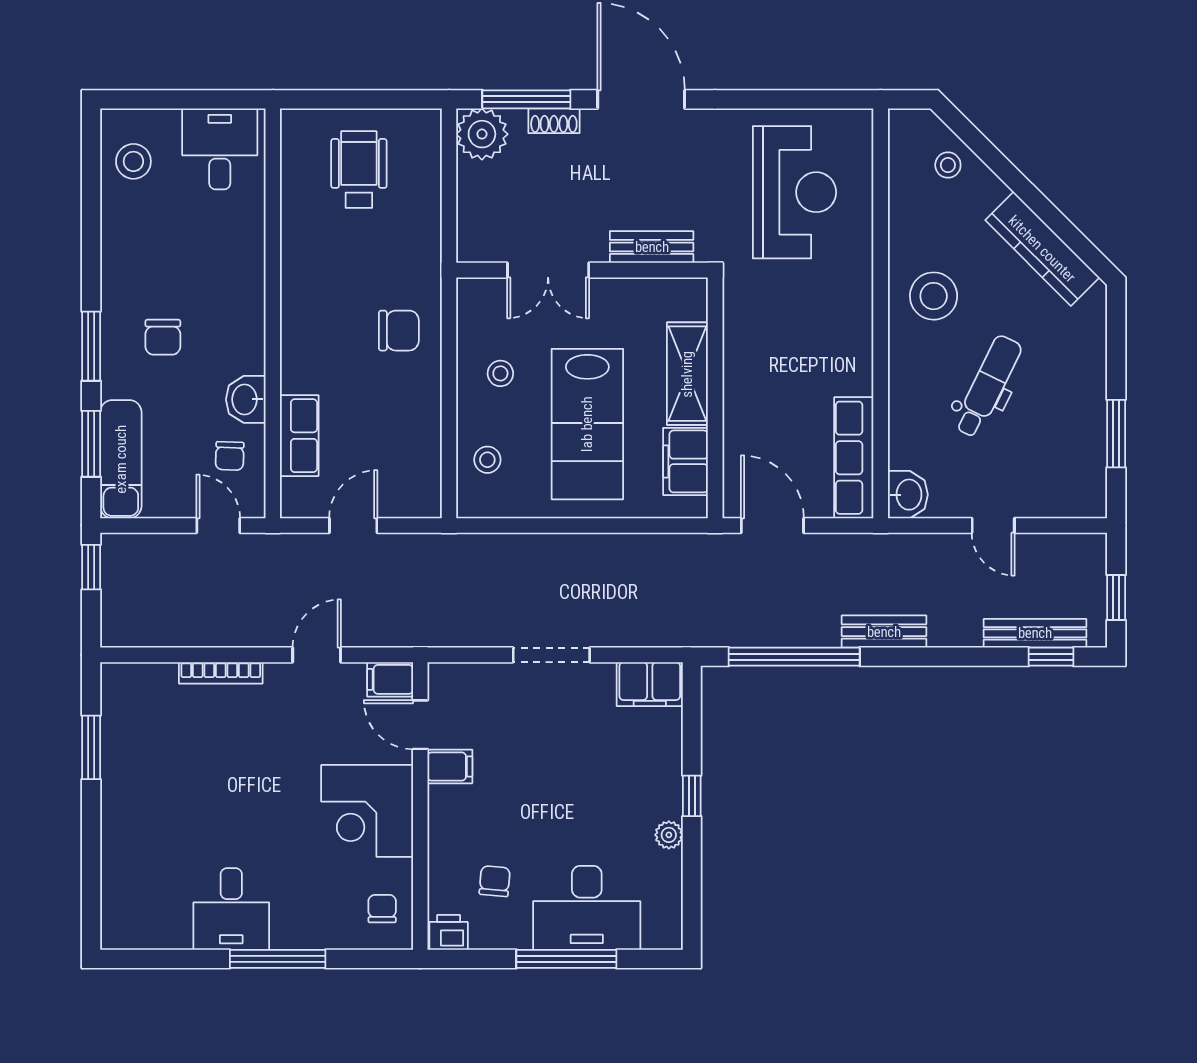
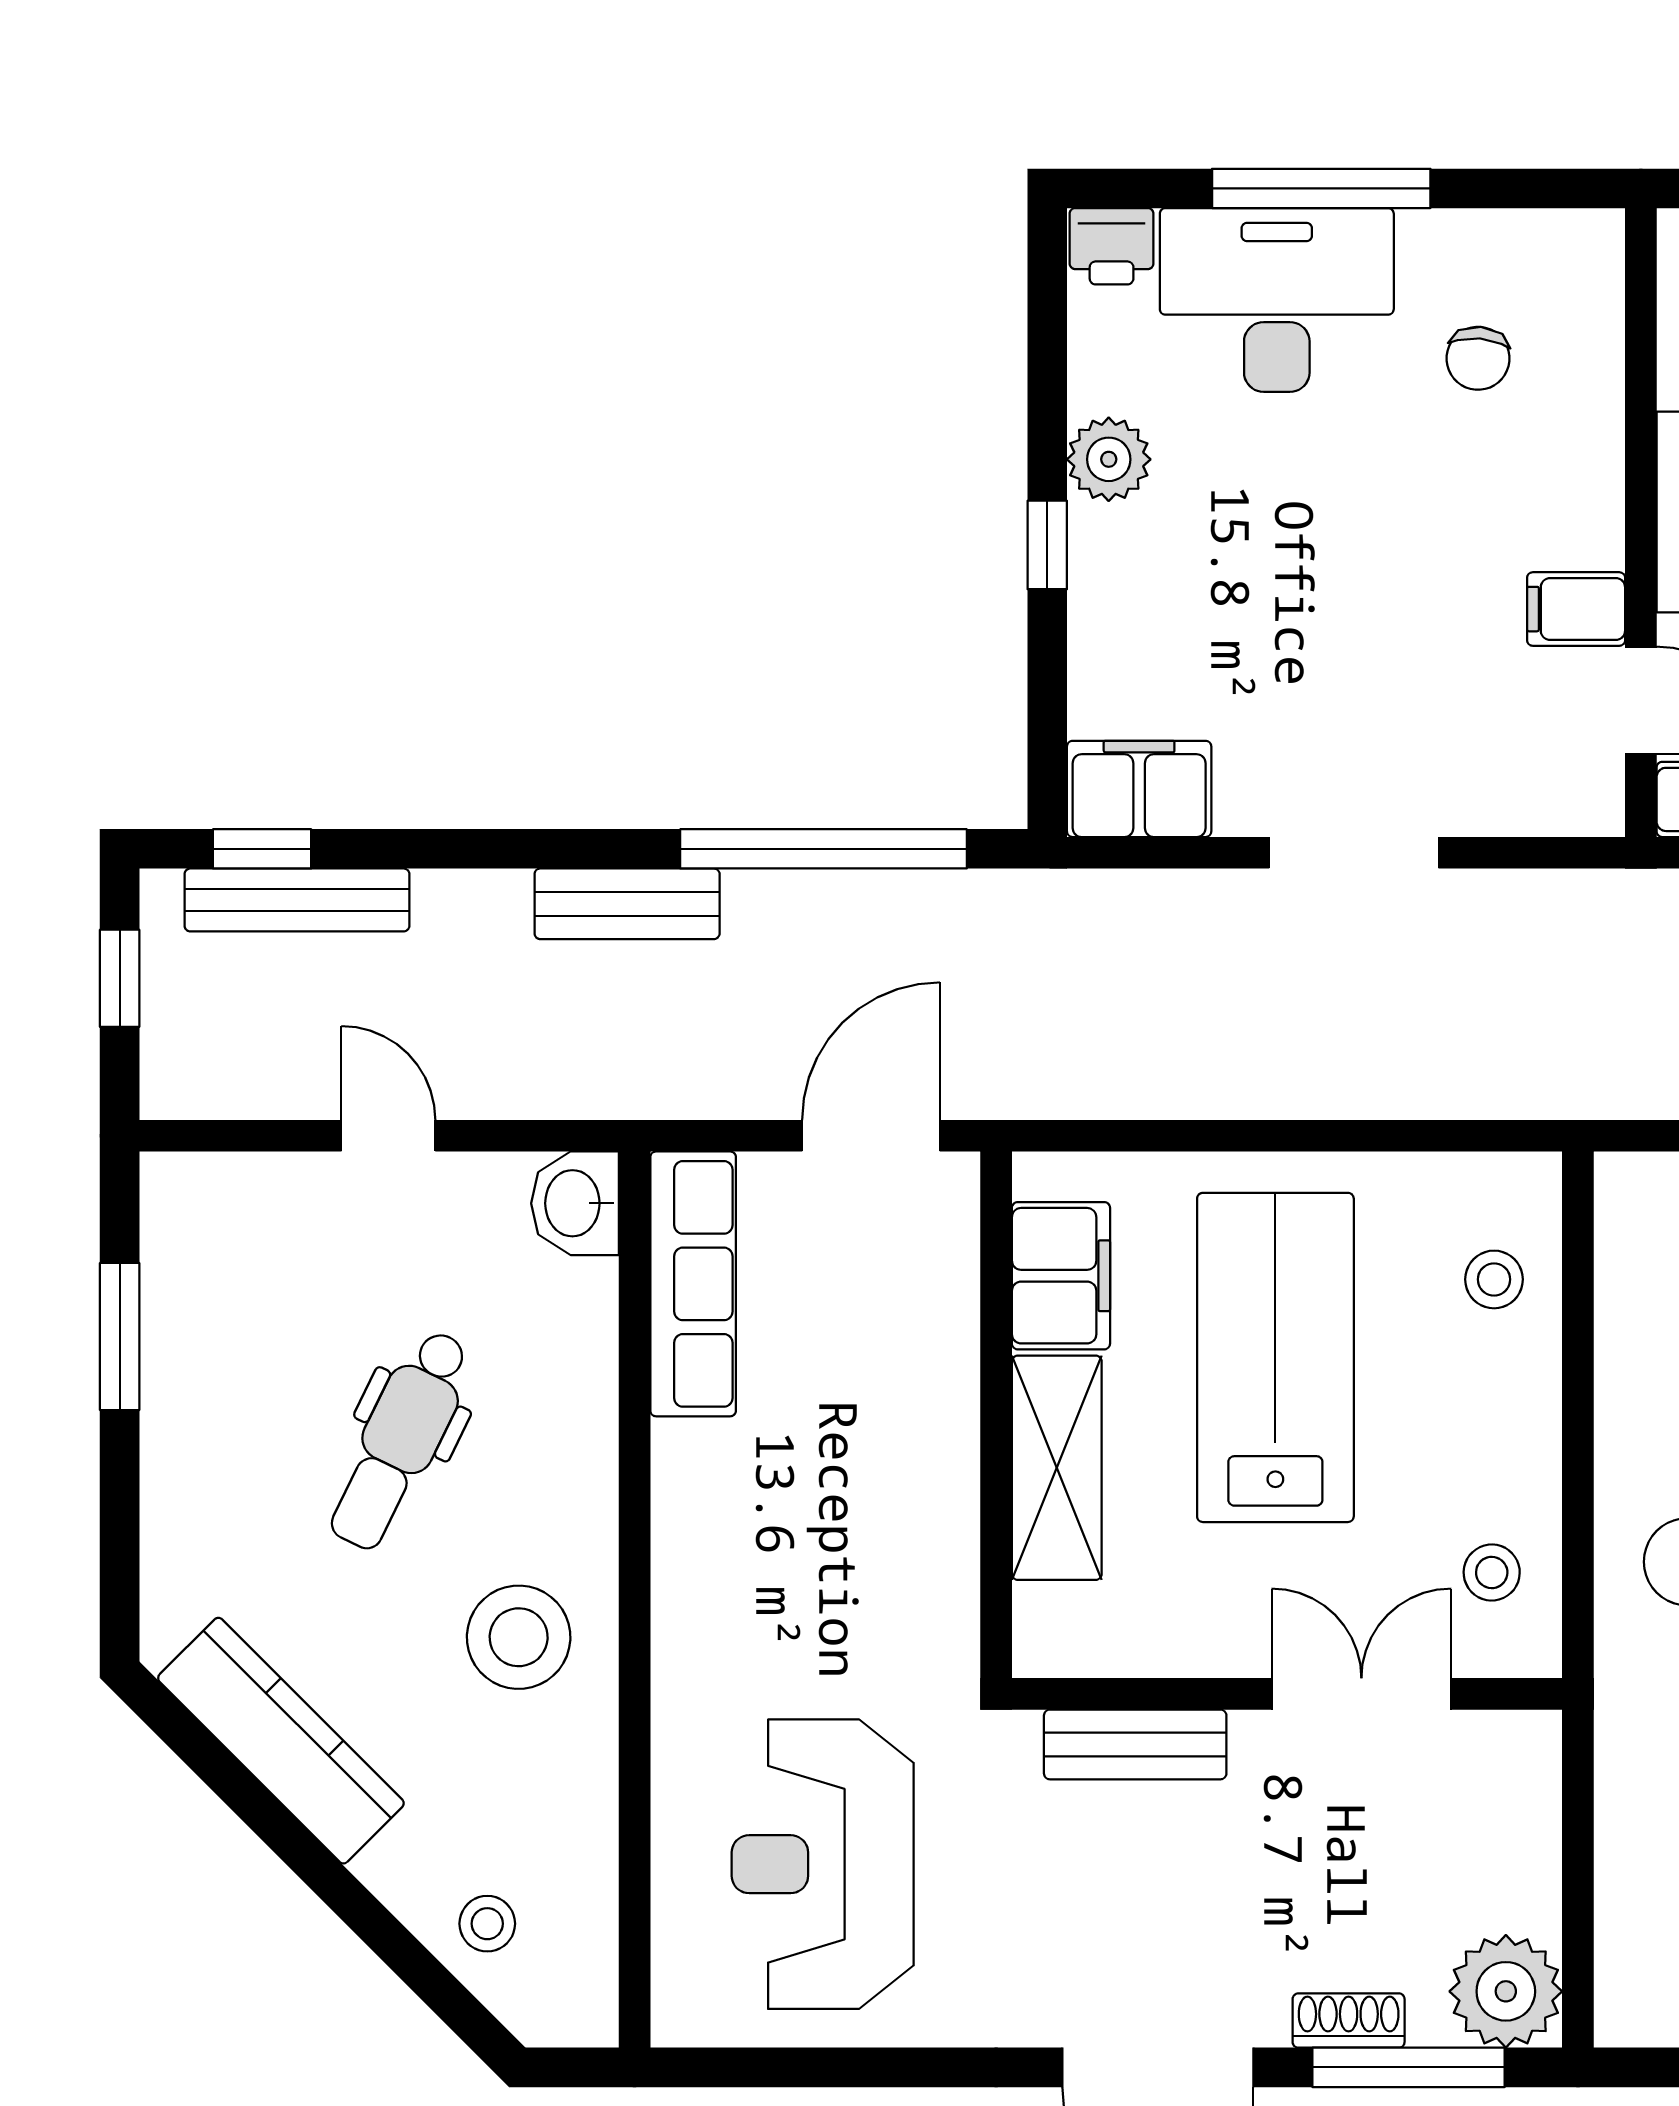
stool: (500, 373) -> (1492, 1572), moved
door: (772, 525) -> (871, 1136), swing flipped
plant: (669, 835) -> (1109, 459), width x1.38, depth x1.38
printer: (449, 932) -> (1112, 246), moved

